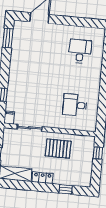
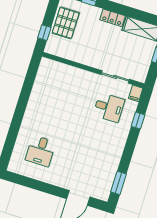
desk: (75, 105) -> (109, 107), moved
pallet: (58, 149) -> (66, 23), moved, turned 90

